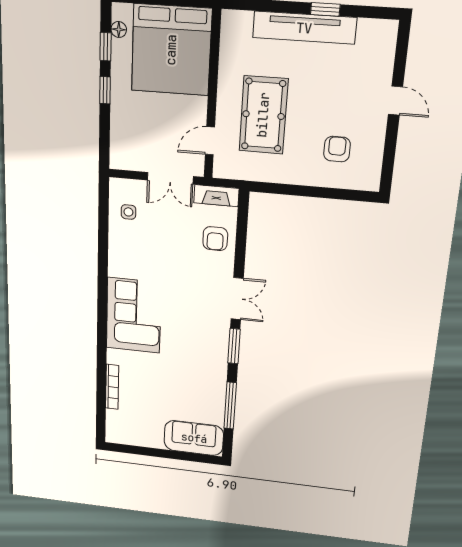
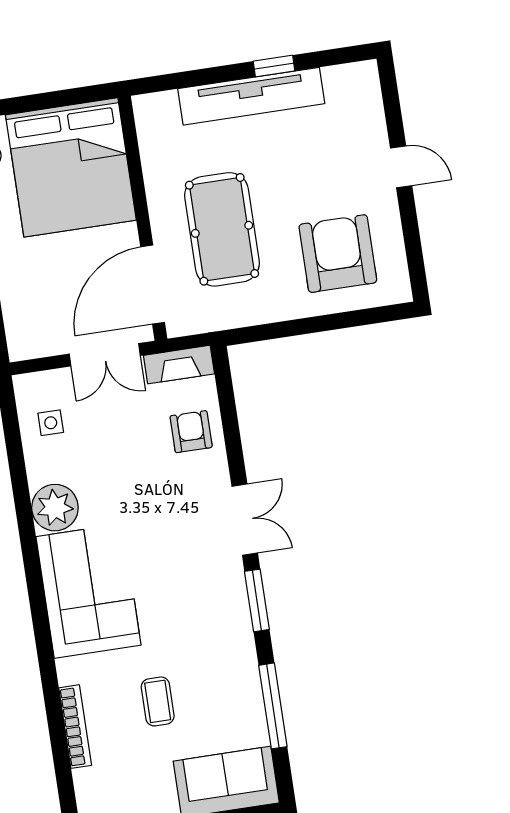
door: (210, 141) -> (153, 285), width x1.88
armchair: (337, 149) -> (338, 254), width x1.88, depth x1.88
armchair: (215, 239) -> (191, 432), turned 180
plant: (122, 263) -> (55, 508), added
coffee table: (163, 386) -> (158, 701), added

